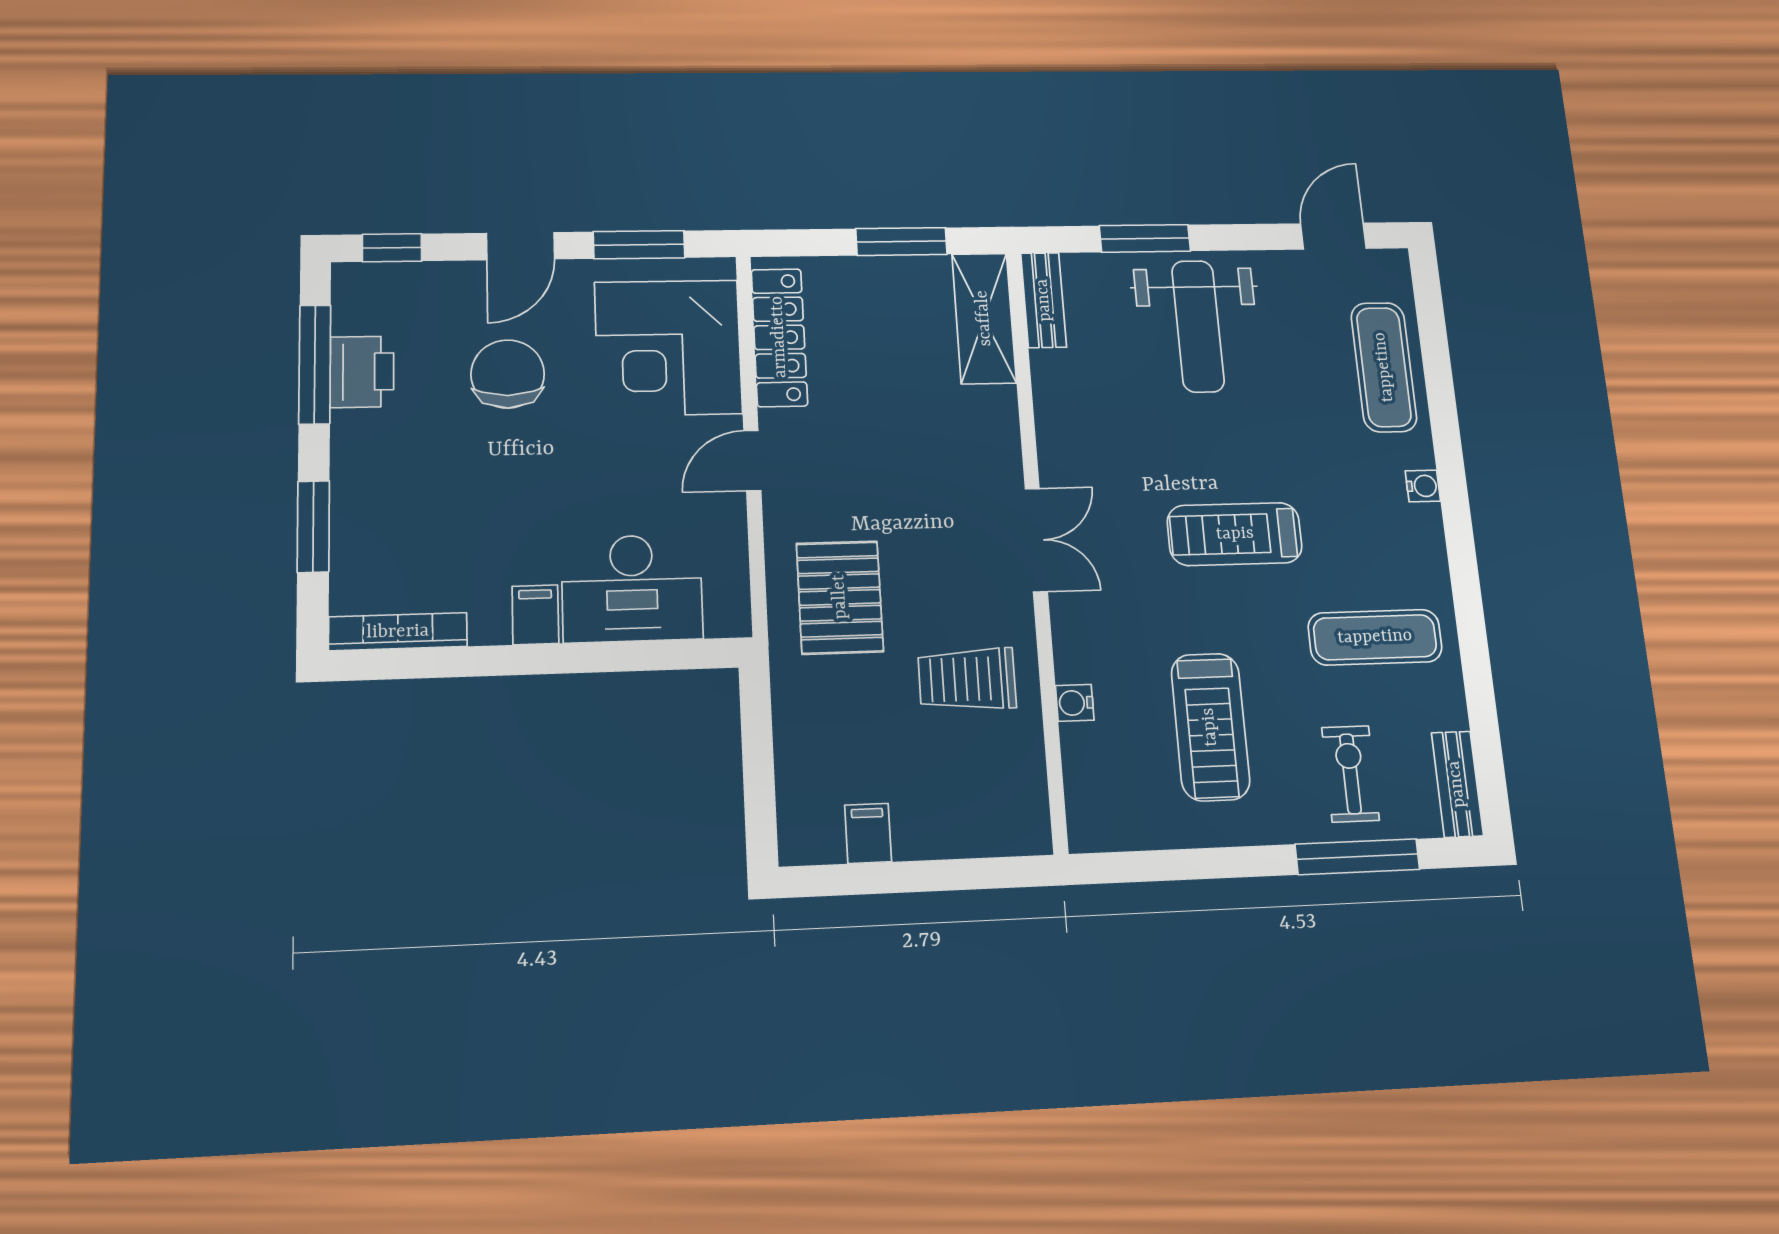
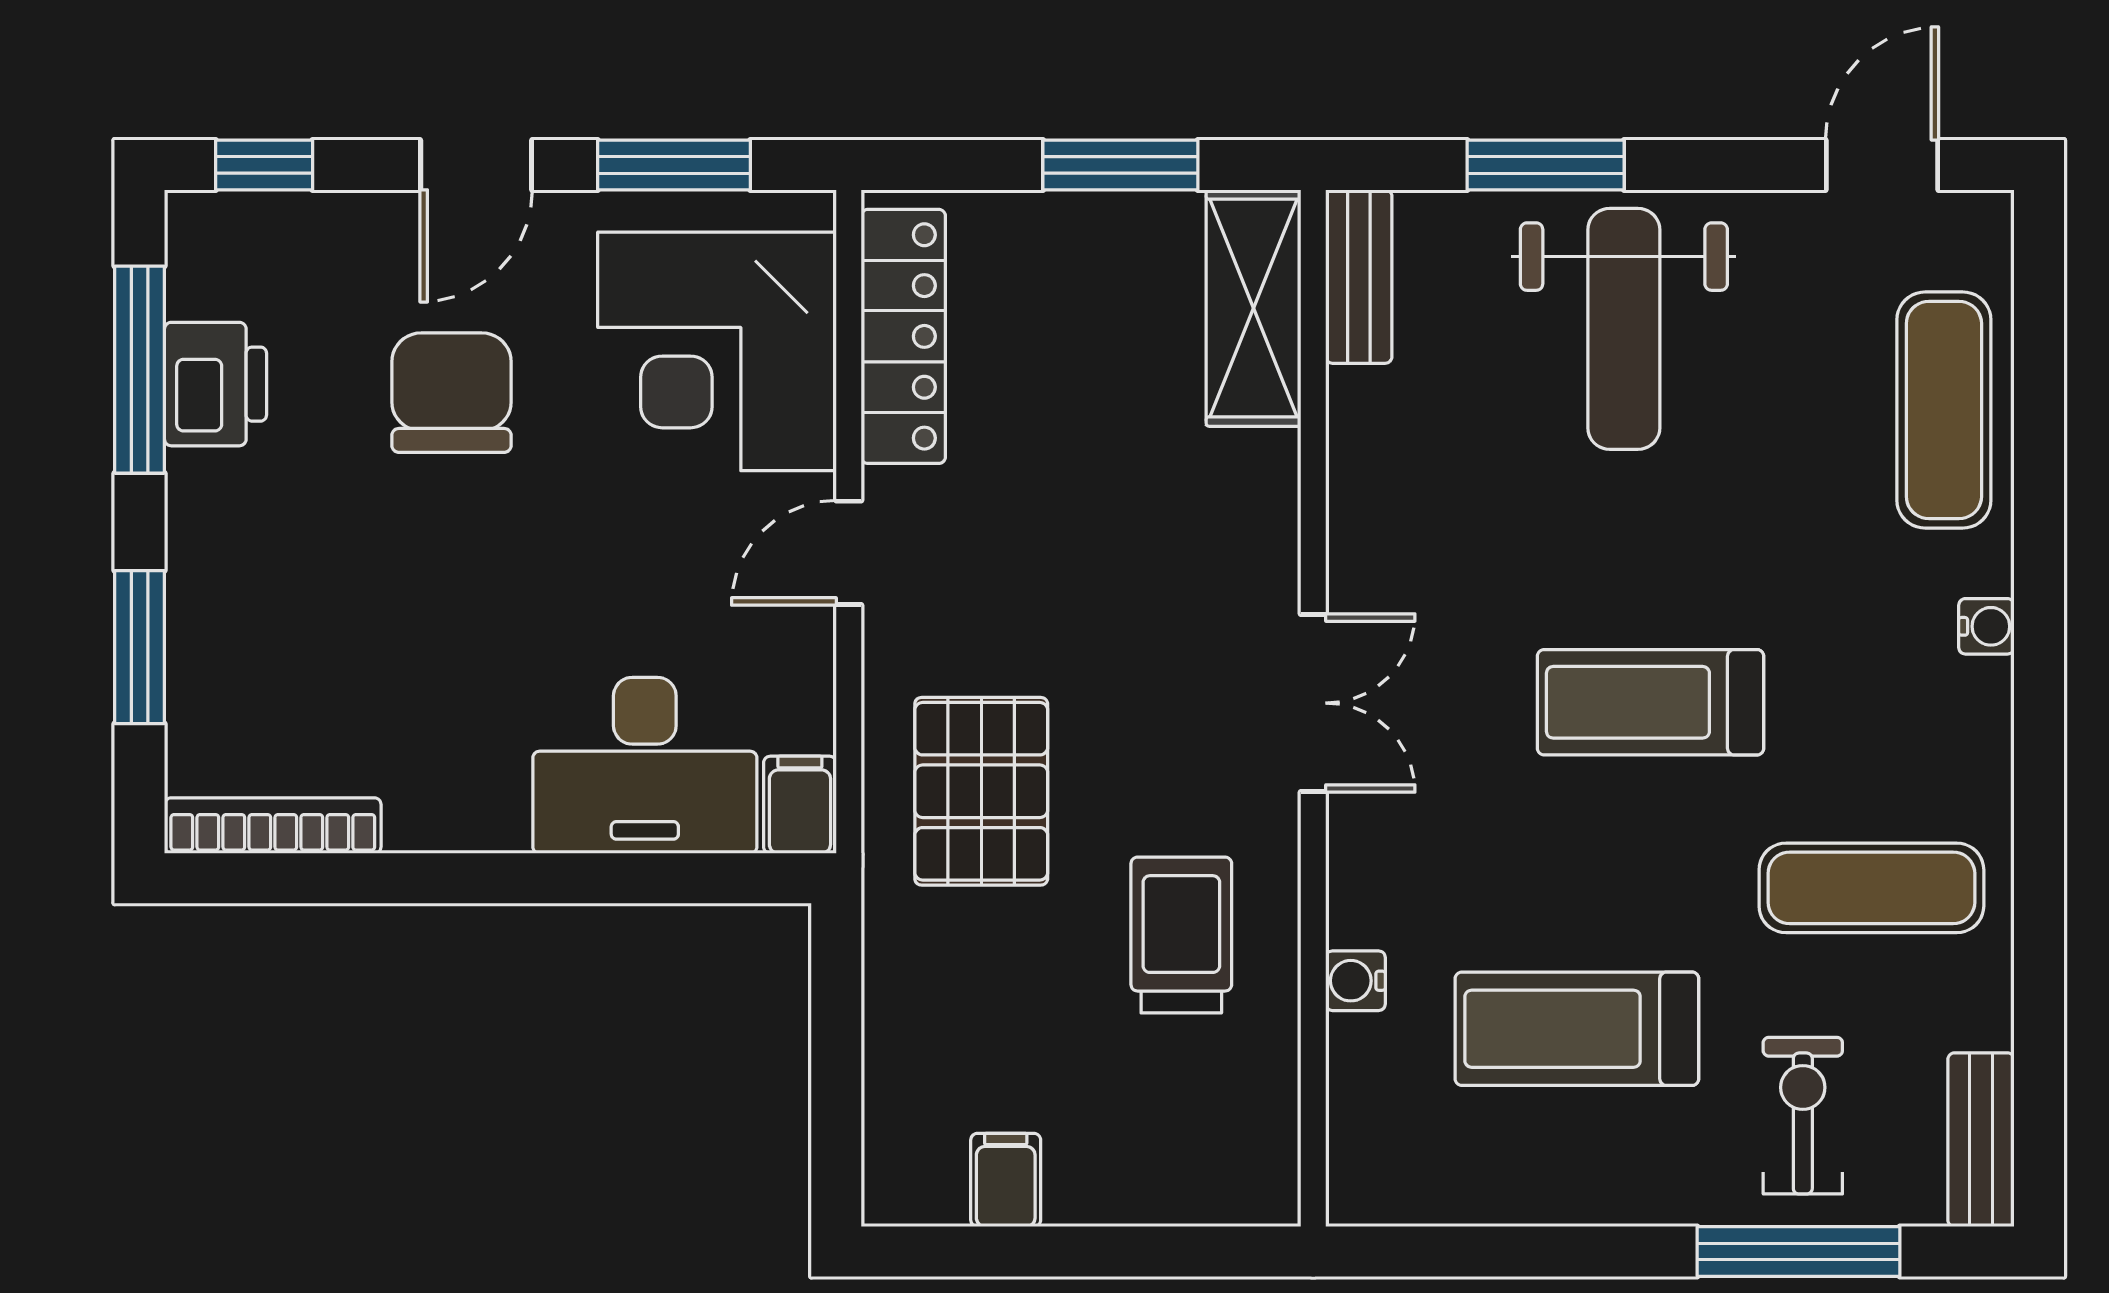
filing cabinet: (535, 615) -> (800, 805), moved
trolley: (967, 679) -> (1181, 935), turned 90
treadmill: (1210, 727) -> (1577, 1029), turned 90

